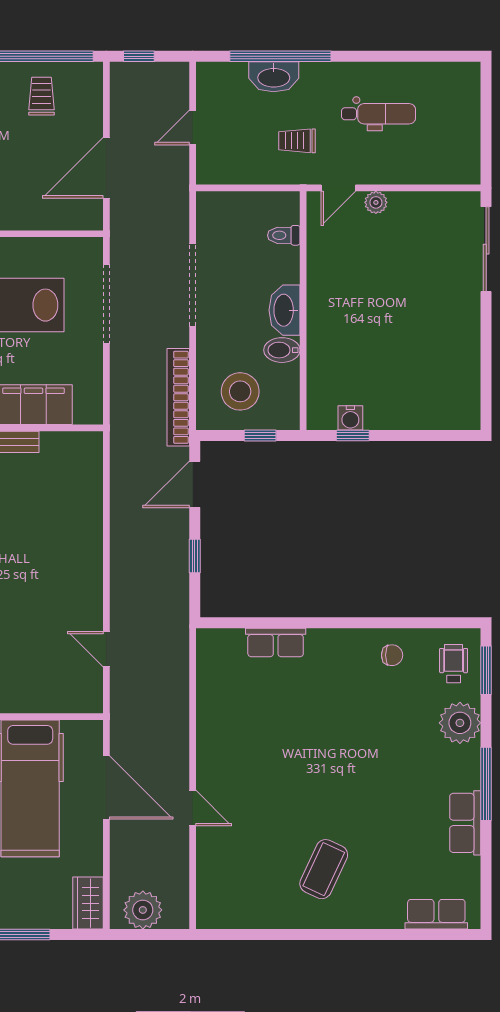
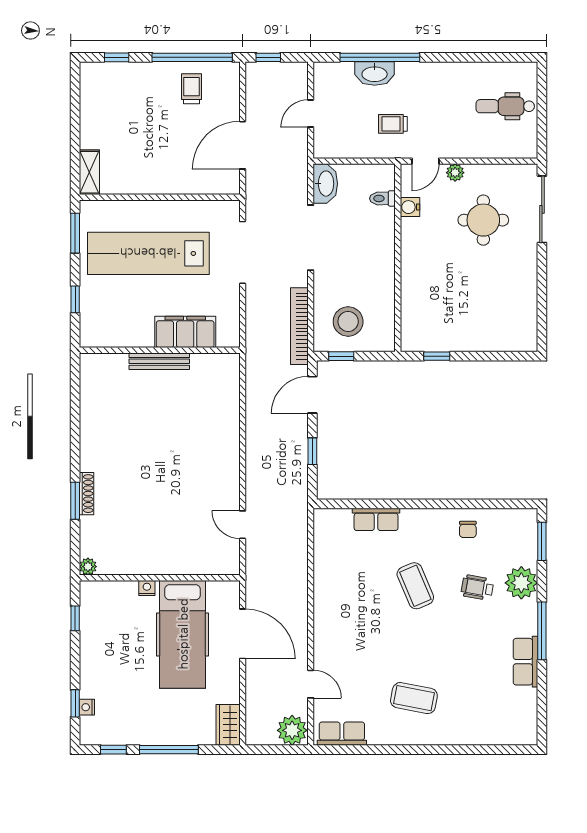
dental chair: (378, 114) -> (505, 106), moved, turned 180
round table: (412, 263) -> (483, 220), added
washbasin: (285, 310) -> (325, 184), moved, turned 180
bidet: (282, 350) -> (381, 289), removed
water cooler: (350, 418) -> (410, 207), moved, turned 90
window: (260, 436) -> (341, 356), moved
chair: (392, 655) -> (468, 529), turned 90
wheelchair: (454, 664) -> (477, 587), moved, turned -80
coffee table: (325, 727) -> (415, 586), added
door: (193, 808) -> (311, 684), moved
coffee table: (324, 869) -> (414, 698), turned 76
plant: (143, 910) -> (292, 730), moved
row of seats: (436, 914) -> (342, 734), moved

